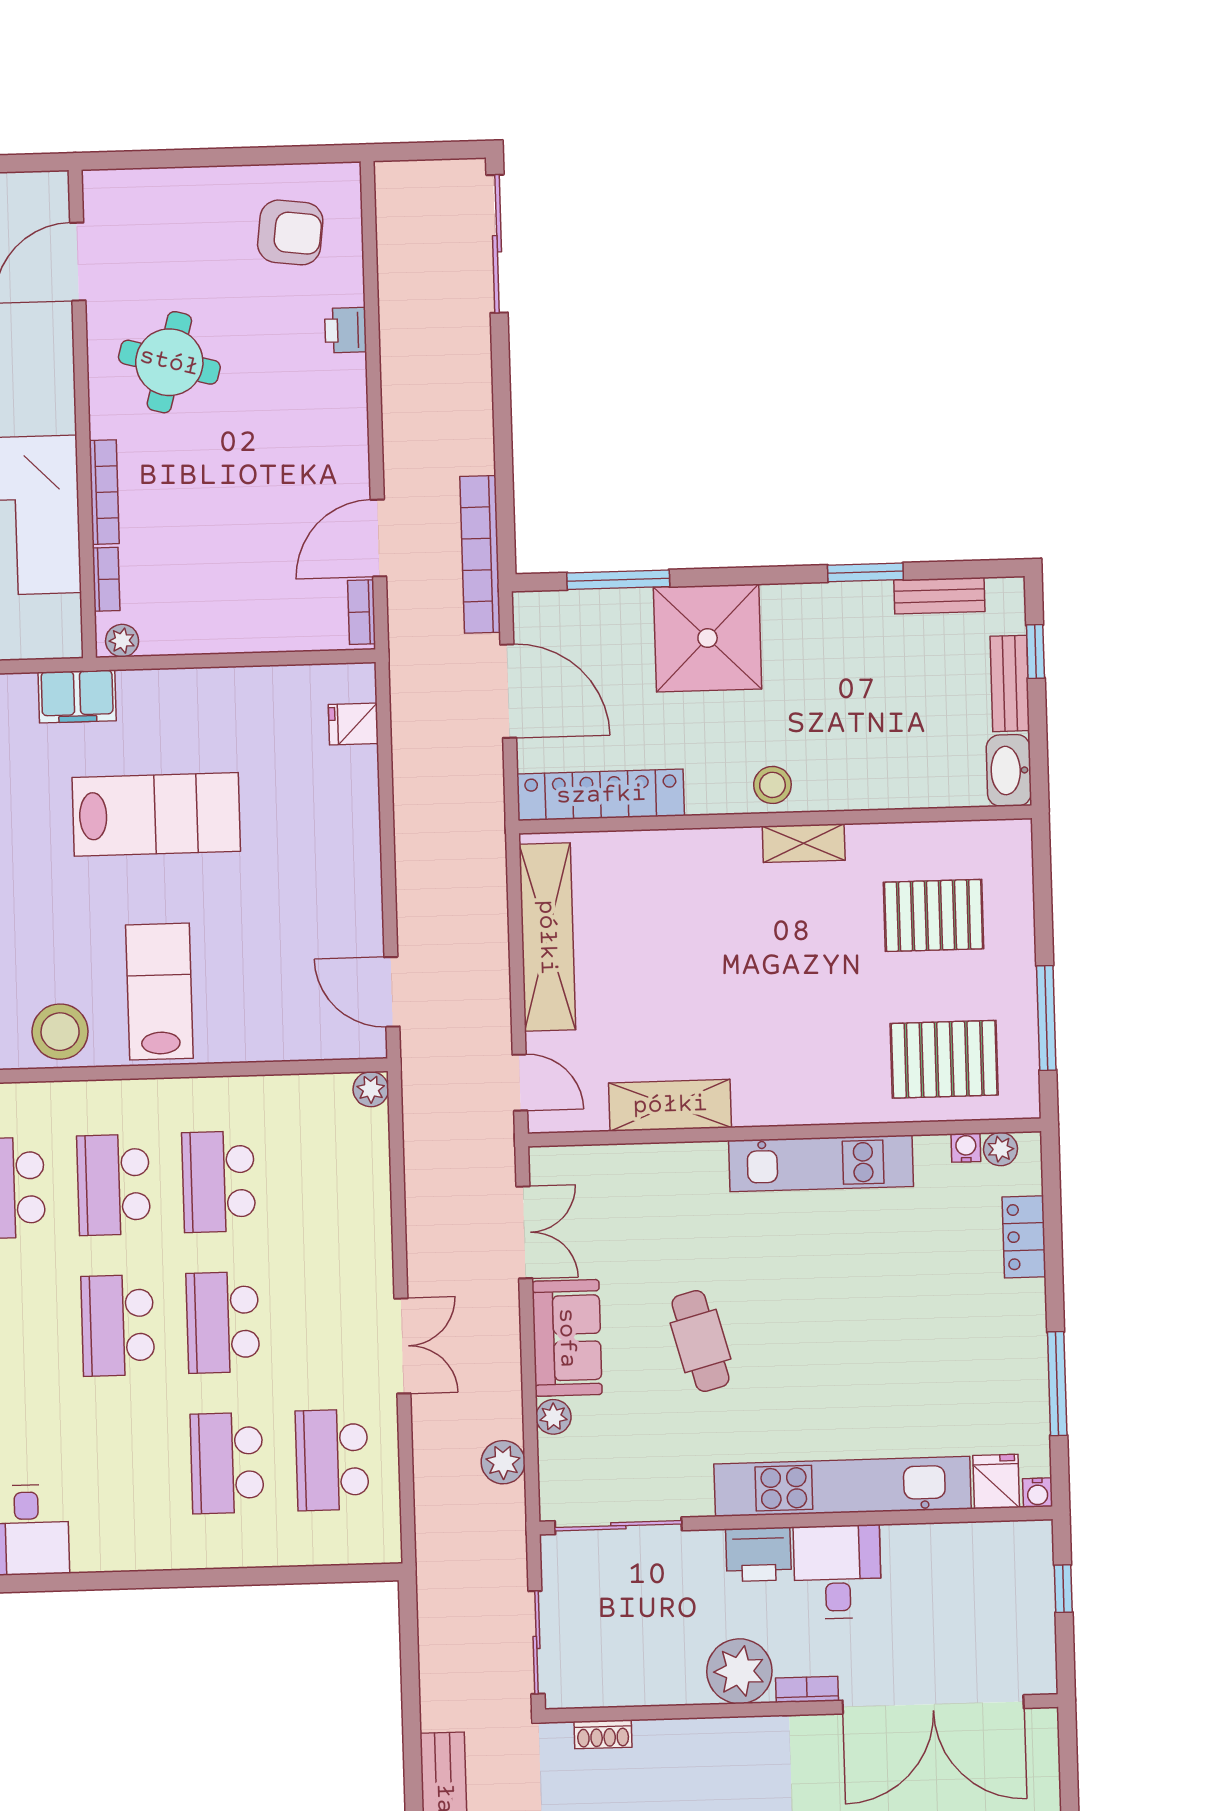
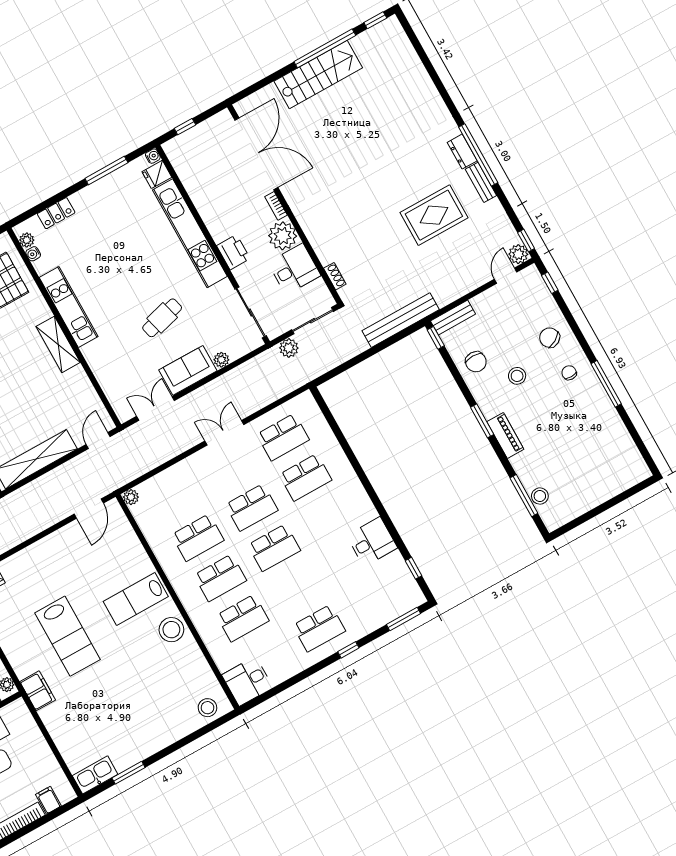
lab bench: (156, 814) -> (67, 636), turned 180
shelving: (670, 1105) -> (58, 344), moved
plant: (503, 1462) -> (289, 348), moved
desk: (837, 1572) -> (294, 269), moved, turned 180

